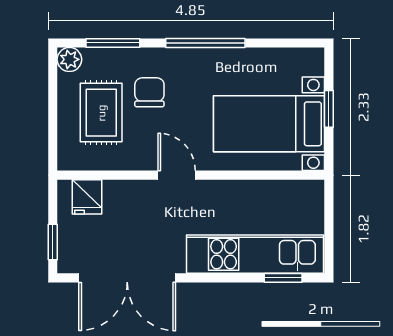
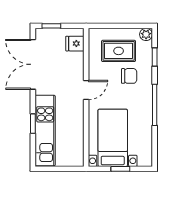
window: (113, 43) -> (155, 57), width x0.67
window: (283, 278) -> (33, 124), moved

